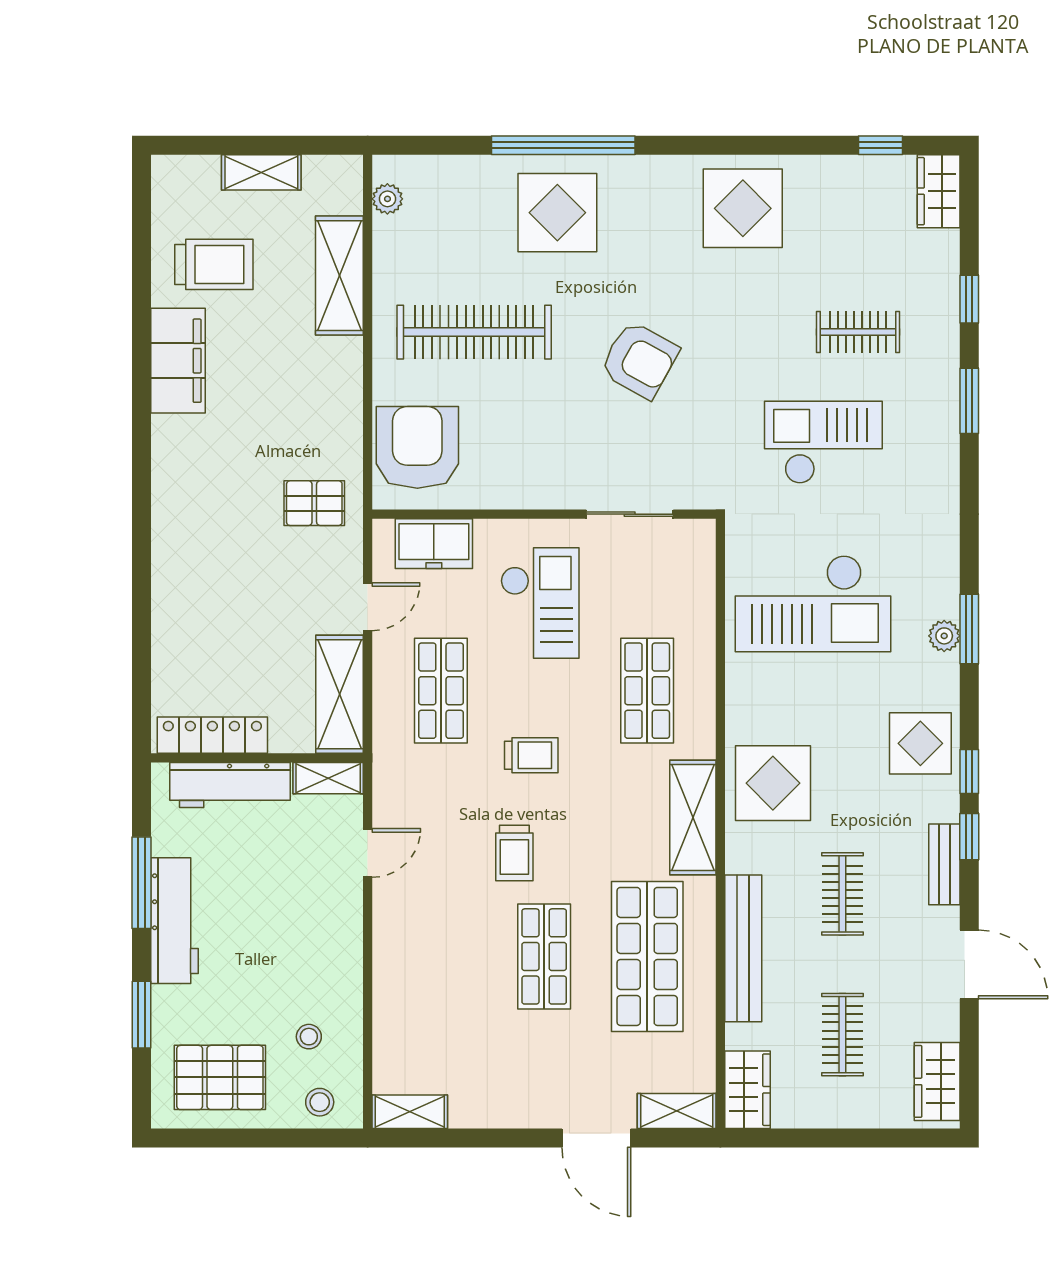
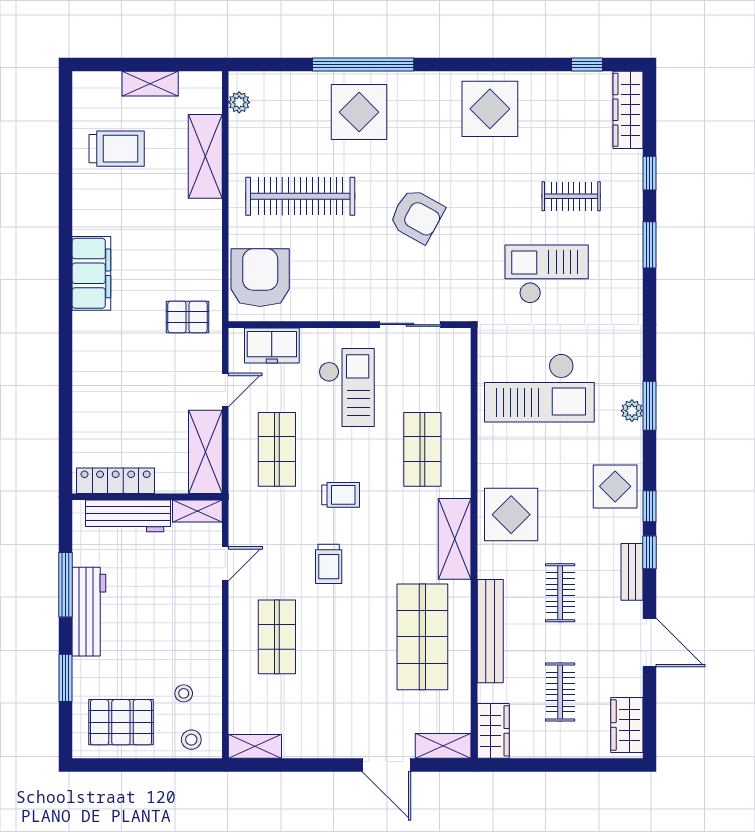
wardrobe: (939, 191) -> (628, 110), width x1.50
filing cabinet: (178, 361) -> (91, 273), moved
shop shelf: (544, 956) -> (277, 637), moved

